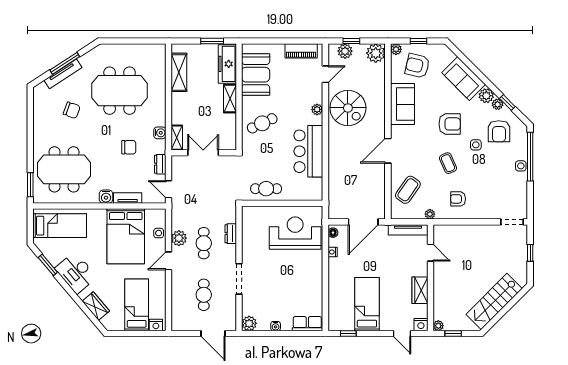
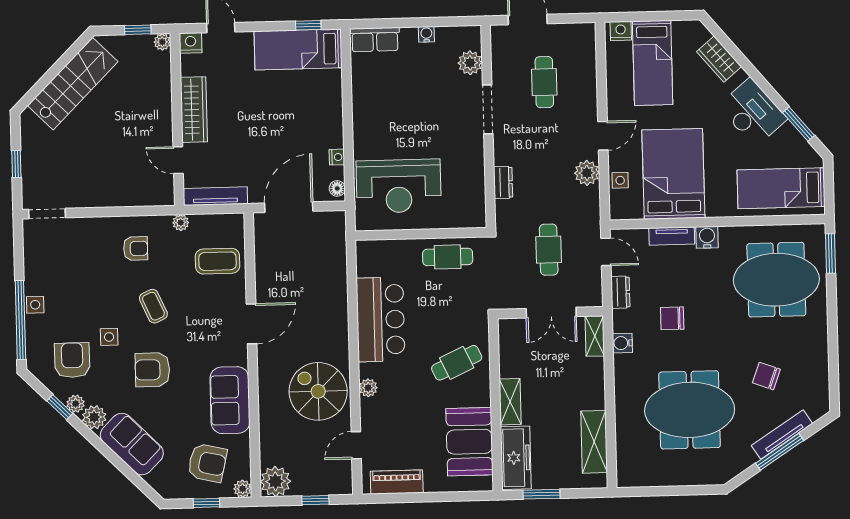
plant: (345, 51) -> (325, 483), removed
coffee table: (408, 190) -> (218, 261), turned 55
cafe table: (204, 243) -> (549, 250), moved
wardrobe: (420, 290) -> (194, 110), width x1.50
bed: (367, 304) -> (298, 49), moved, turned 90
plant: (249, 323) -> (470, 63), moved

